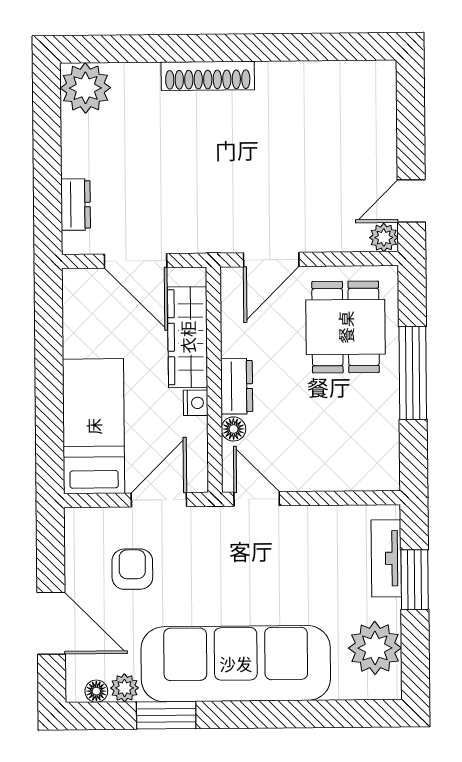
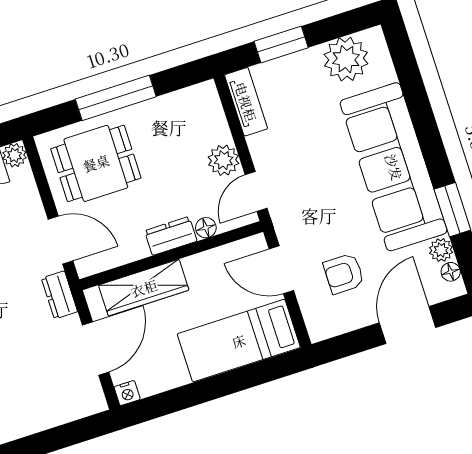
dresser: (76, 205) -> (59, 295), moved, turned -90
nightstand: (196, 403) -> (127, 393), moved, turned 180
plant: (304, 473) -> (224, 160), added
tv unit: (386, 558) -> (246, 102), moved, turned -90

